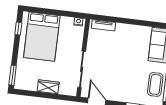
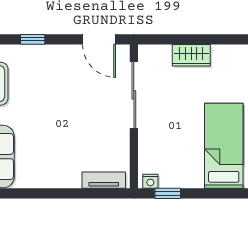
window: (70, 14) -> (168, 193), added
bed: (42, 37) -> (224, 146), width x0.67

